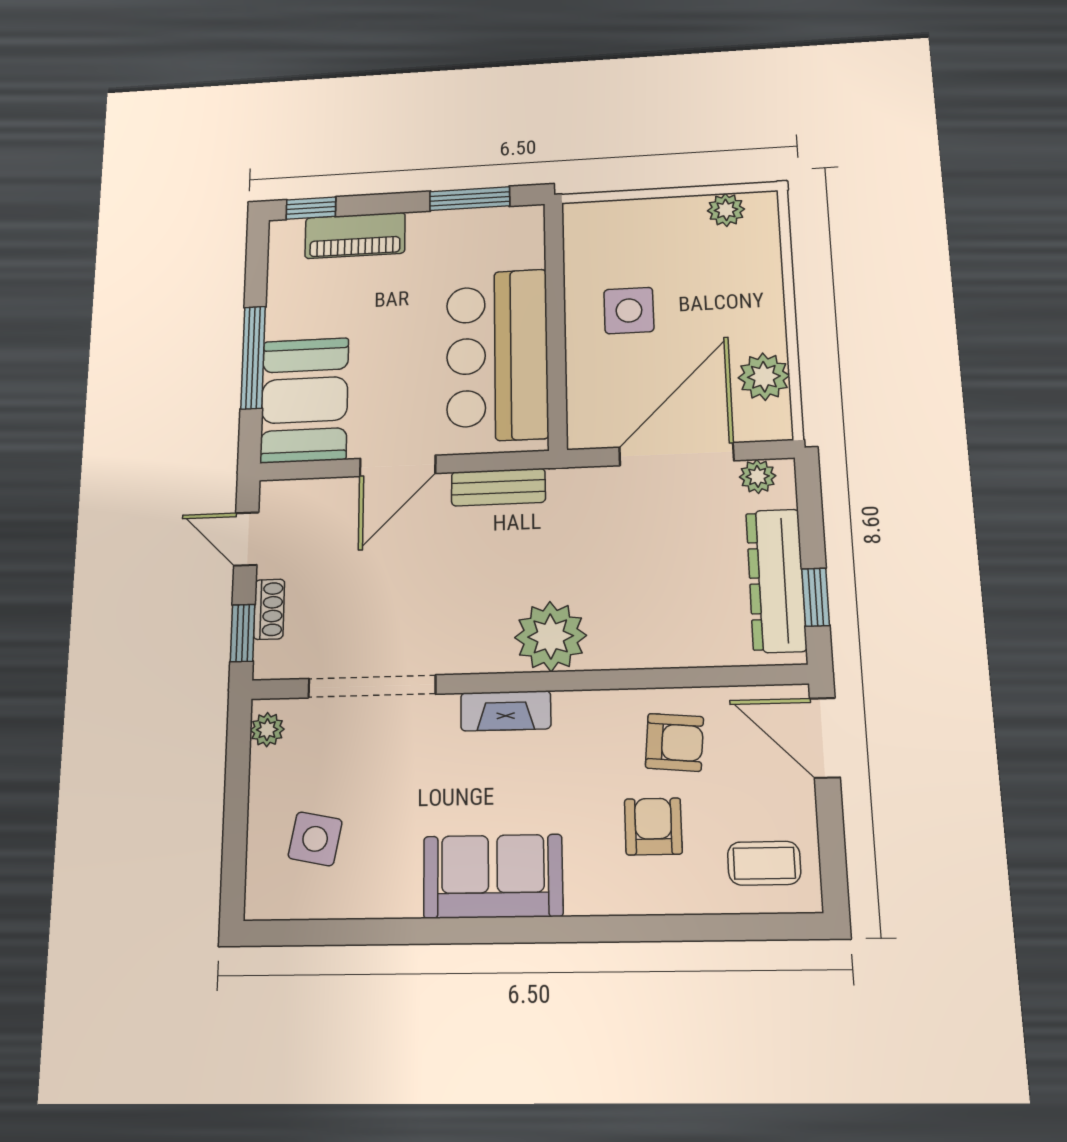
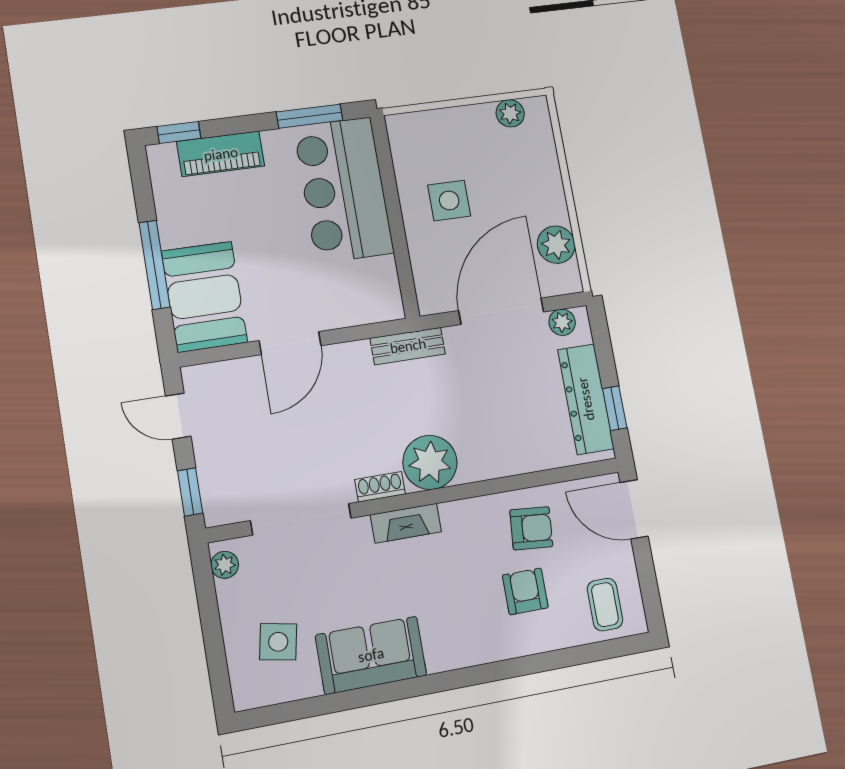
bar counter: (497, 355) -> (344, 190), moved
bench: (498, 487) -> (408, 346), moved
shoe rack: (269, 609) -> (380, 487), moved, turned -90
coffee table: (764, 863) -> (605, 605), turned 90
sofa: (493, 876) -> (371, 655), moved

